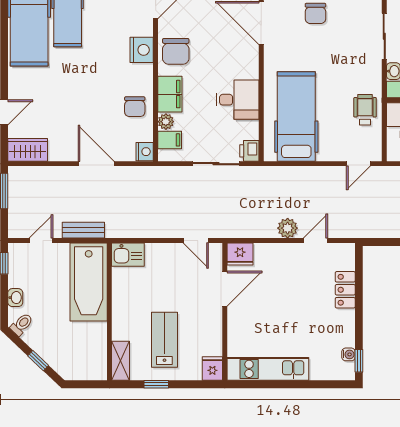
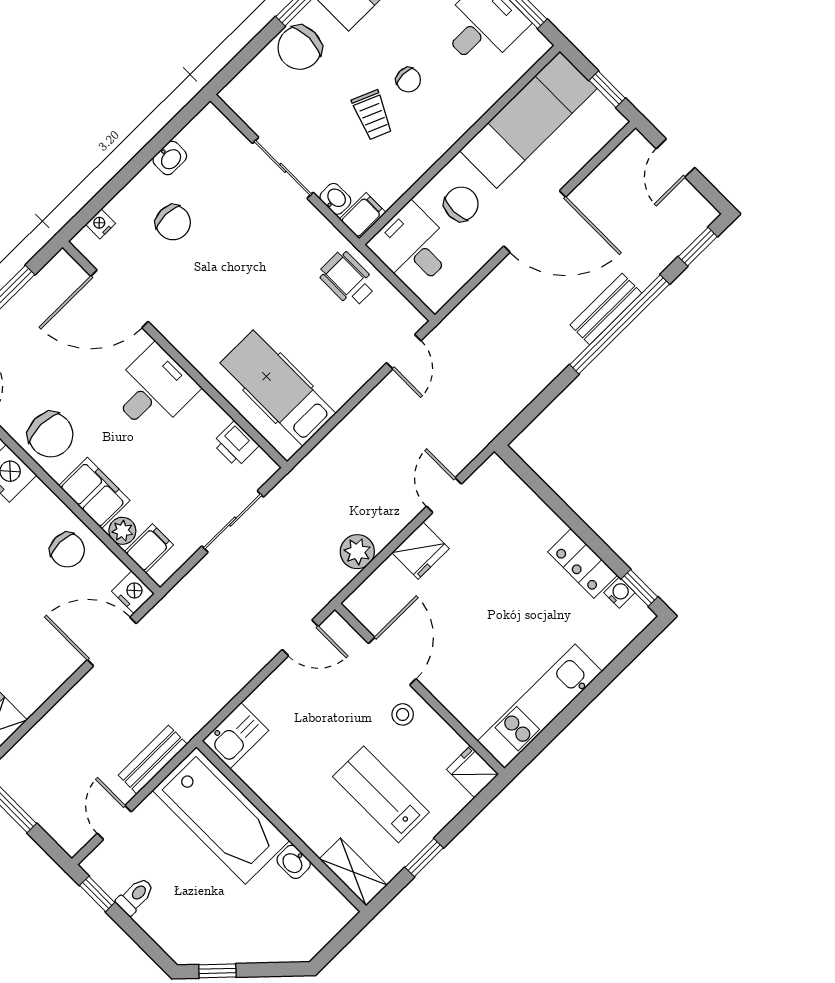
desk: (238, 100) -> (153, 390), moved
hospital bed: (296, 116) -> (278, 388), width x0.73, depth x0.78
printer: (249, 151) -> (236, 444), moved
door: (96, 164) -> (112, 642), moved
plant: (288, 228) -> (357, 552), moved
fridge: (240, 254) -> (420, 551), moved
locker: (345, 290) -> (583, 563), moved
washbasin: (15, 298) -> (294, 862), moved, turned 180
stool: (207, 315) -> (403, 714), added
toilet: (22, 324) -> (135, 896), moved, turned 47
window: (38, 361) -> (217, 971), moved

